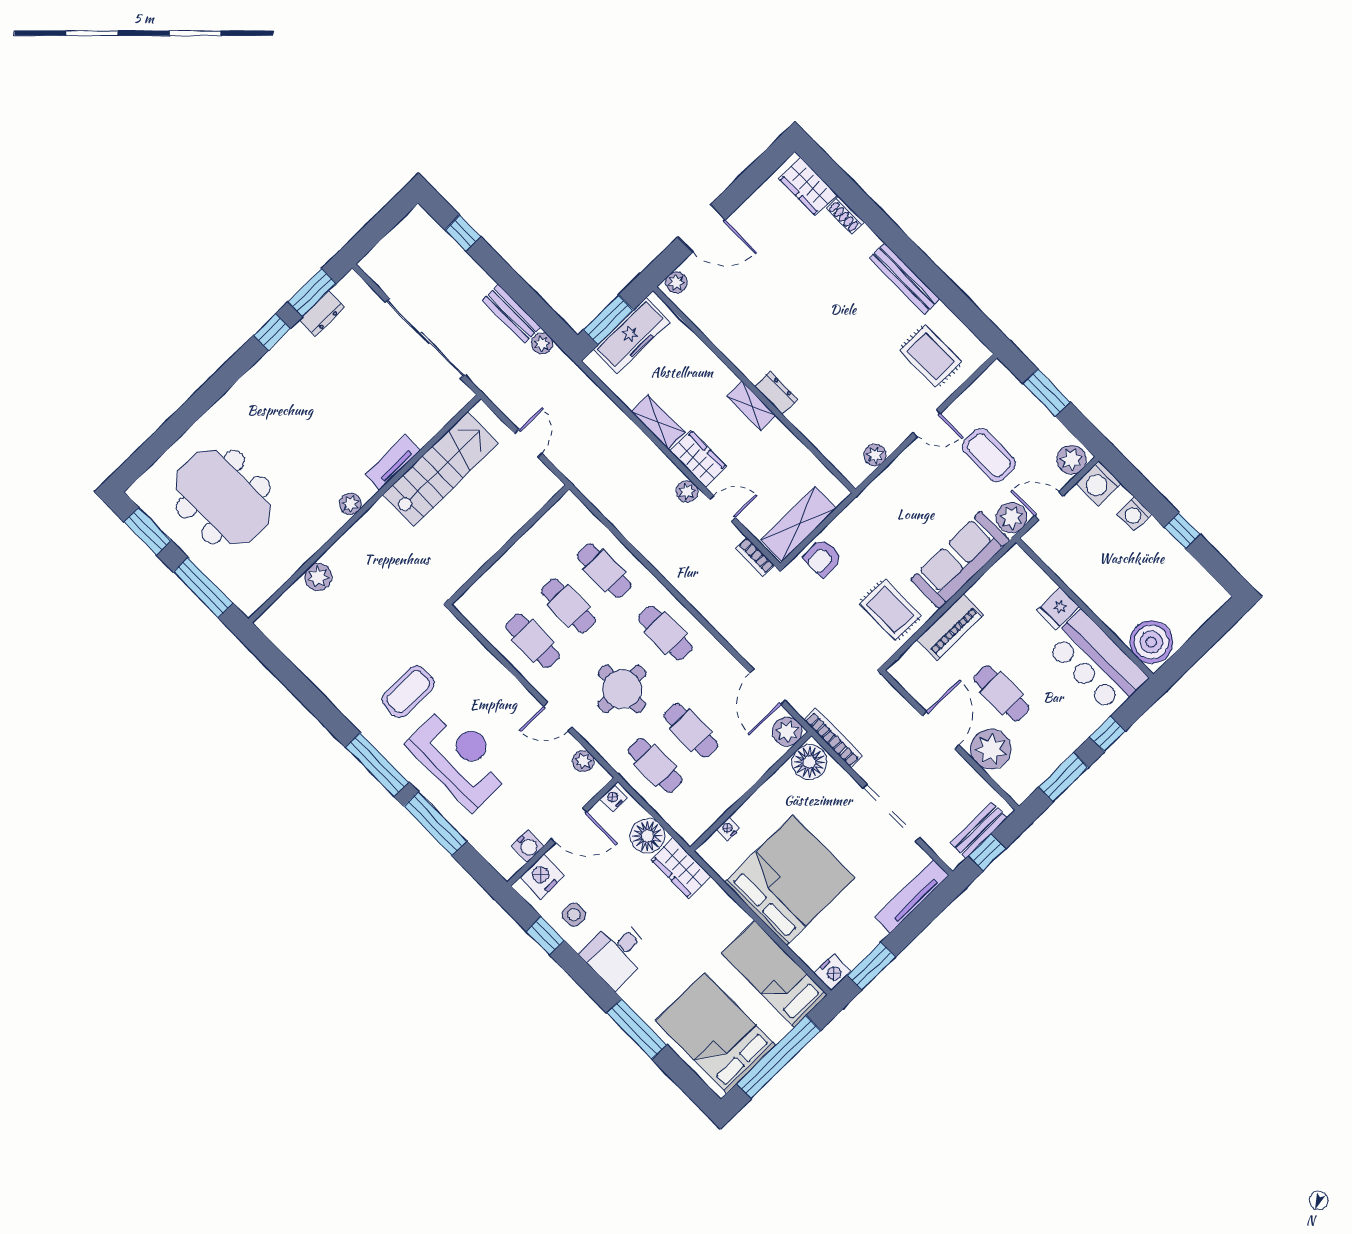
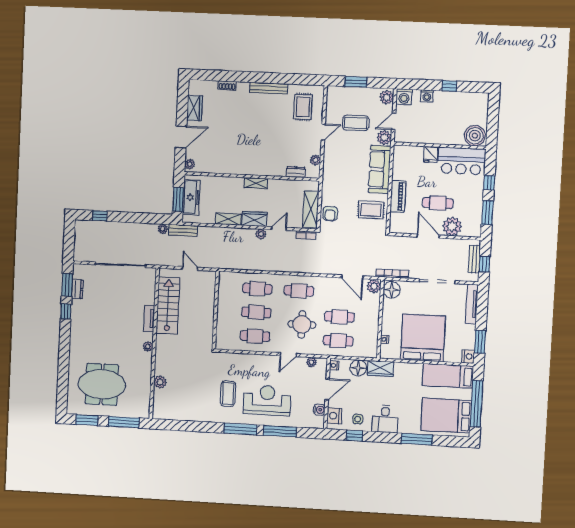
wardrobe: (808, 186) -> (195, 108), moved, turned -90
bench: (511, 314) -> (183, 230), moved
rug: (931, 356) -> (303, 107), turned 90
dresser: (776, 393) -> (296, 172), moved

